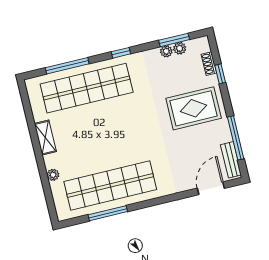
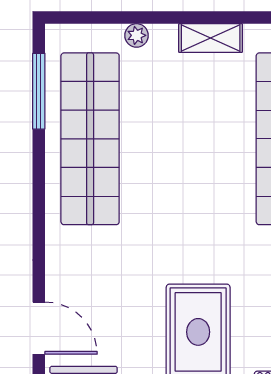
window: (108, 213) -> (39, 91), moved

